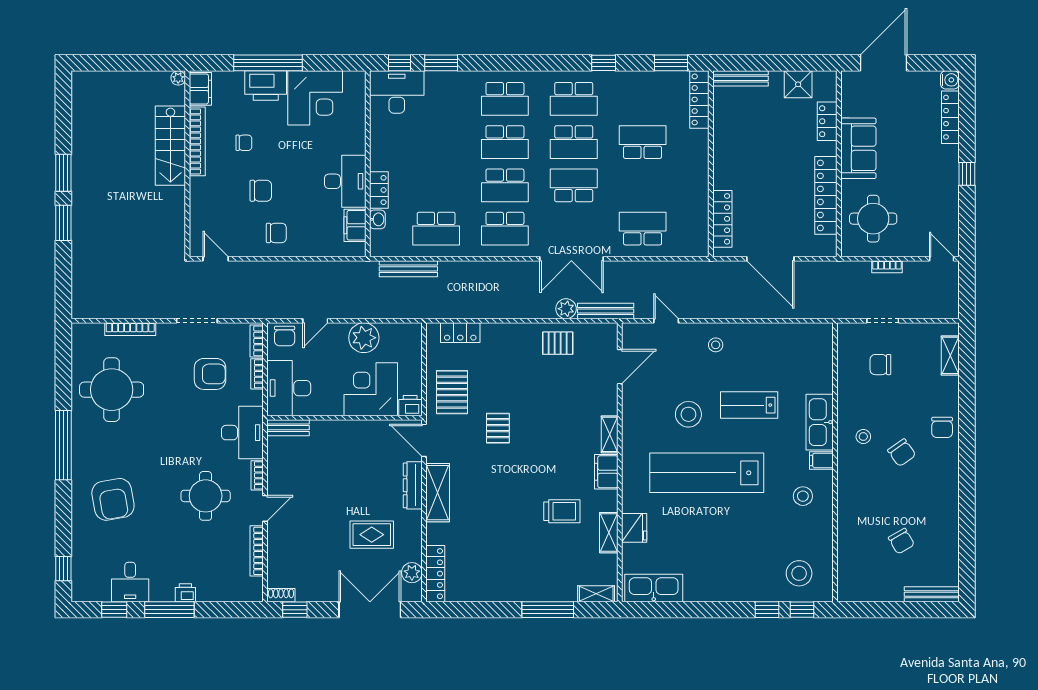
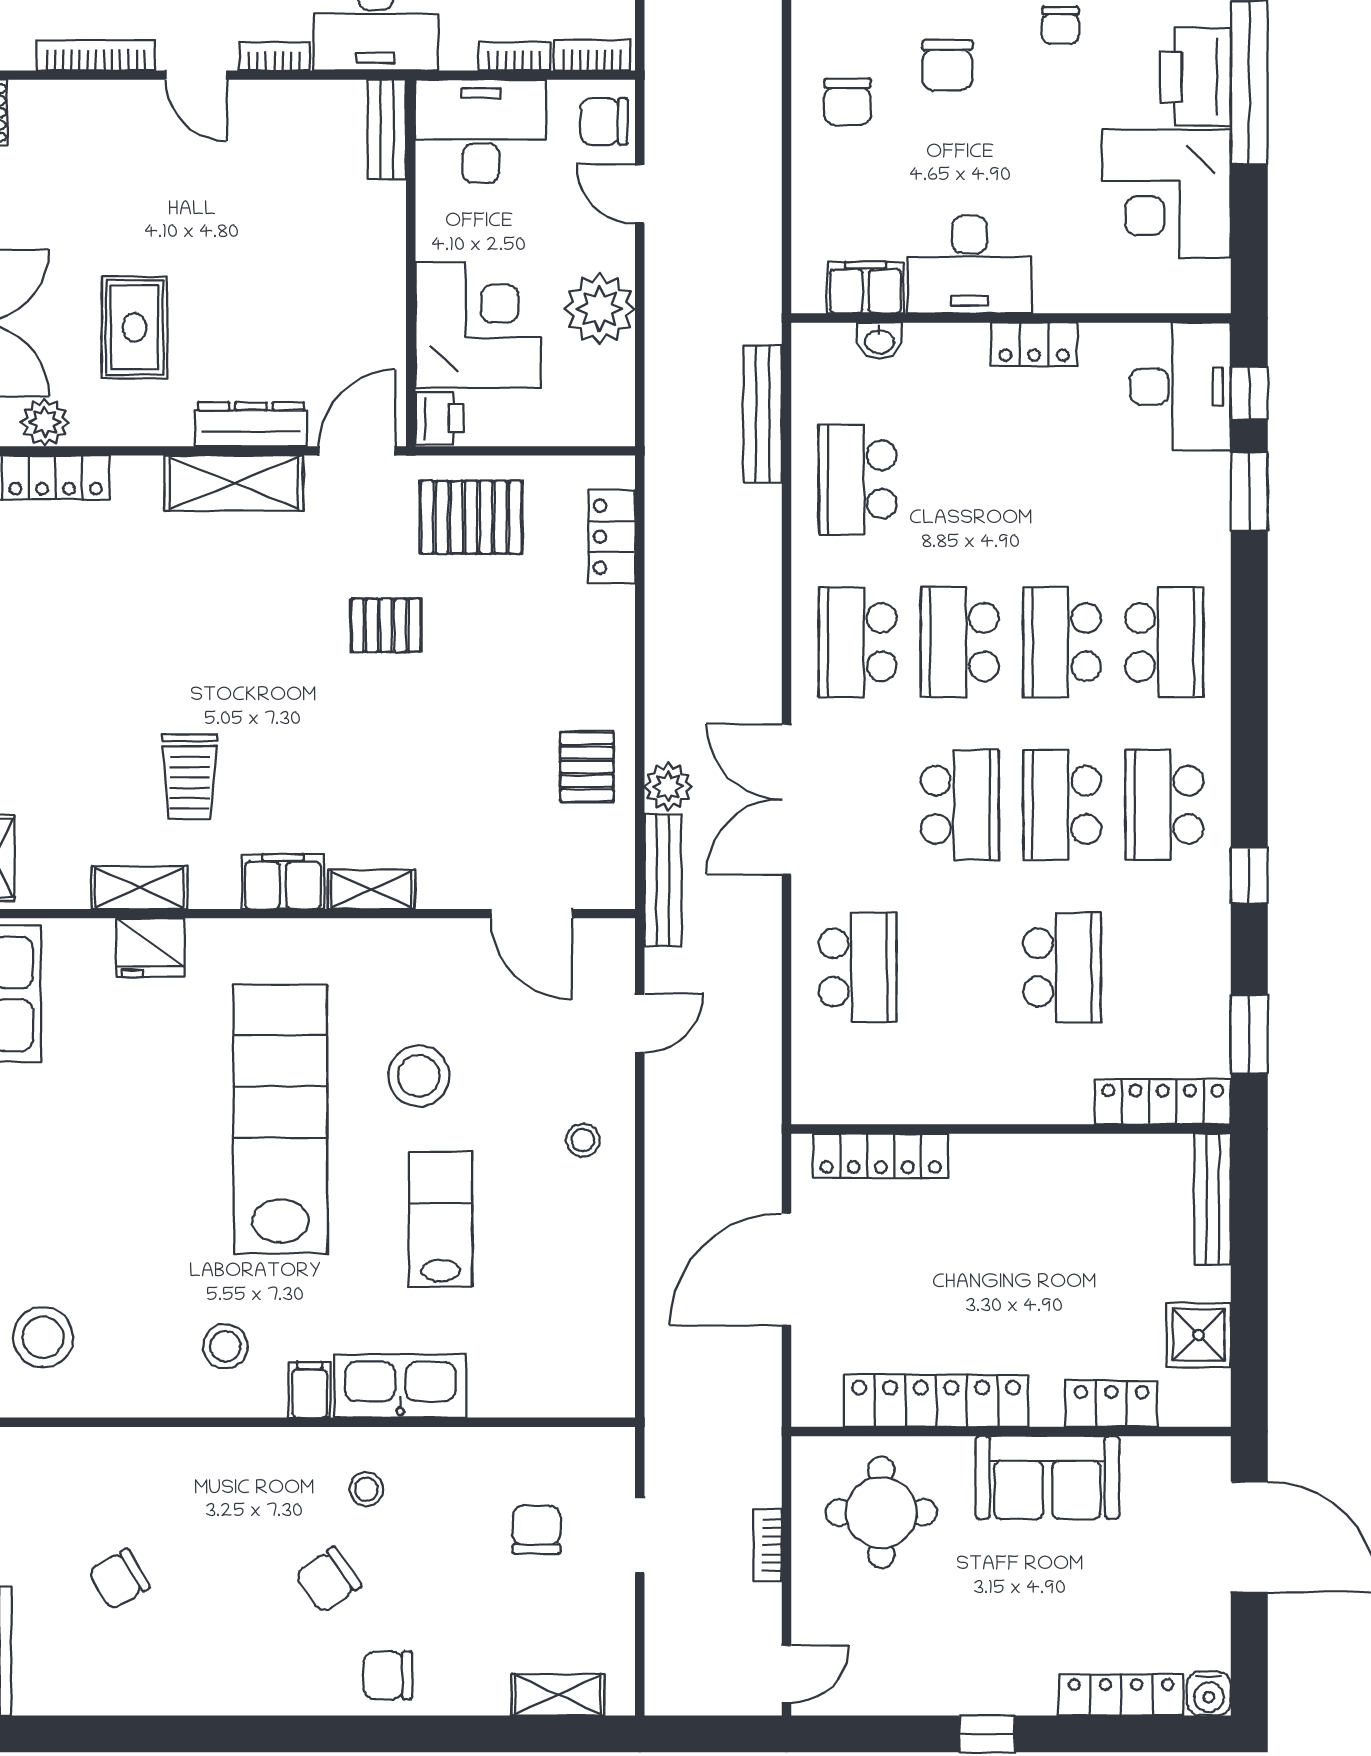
school desk: (505, 99) -> (1164, 642), turned 180
locker: (379, 190) -> (1034, 344), moved

